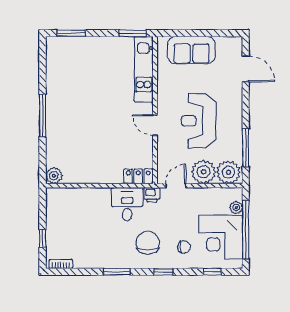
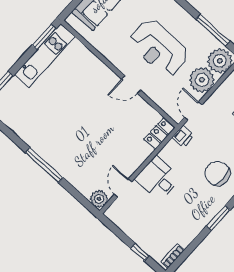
kitchen unit: (144, 69) -> (45, 55), moved, turned -90
door: (77, 186) -> (123, 188), added
desk: (127, 204) -> (158, 179), moved

